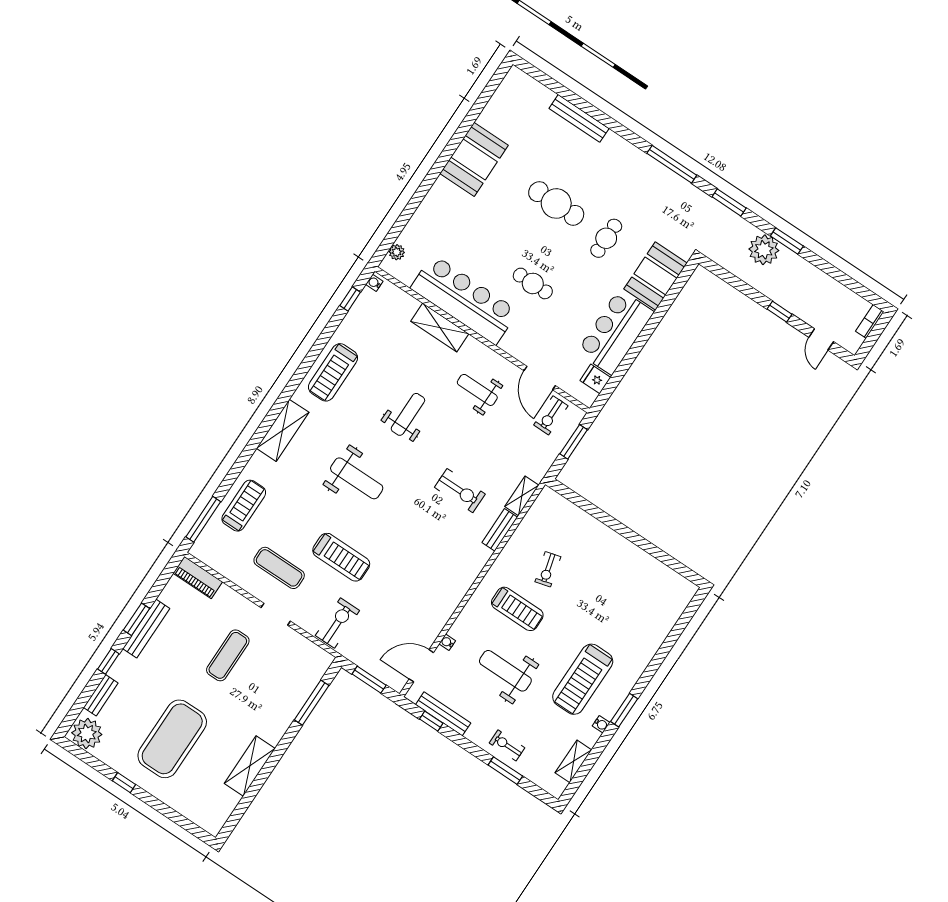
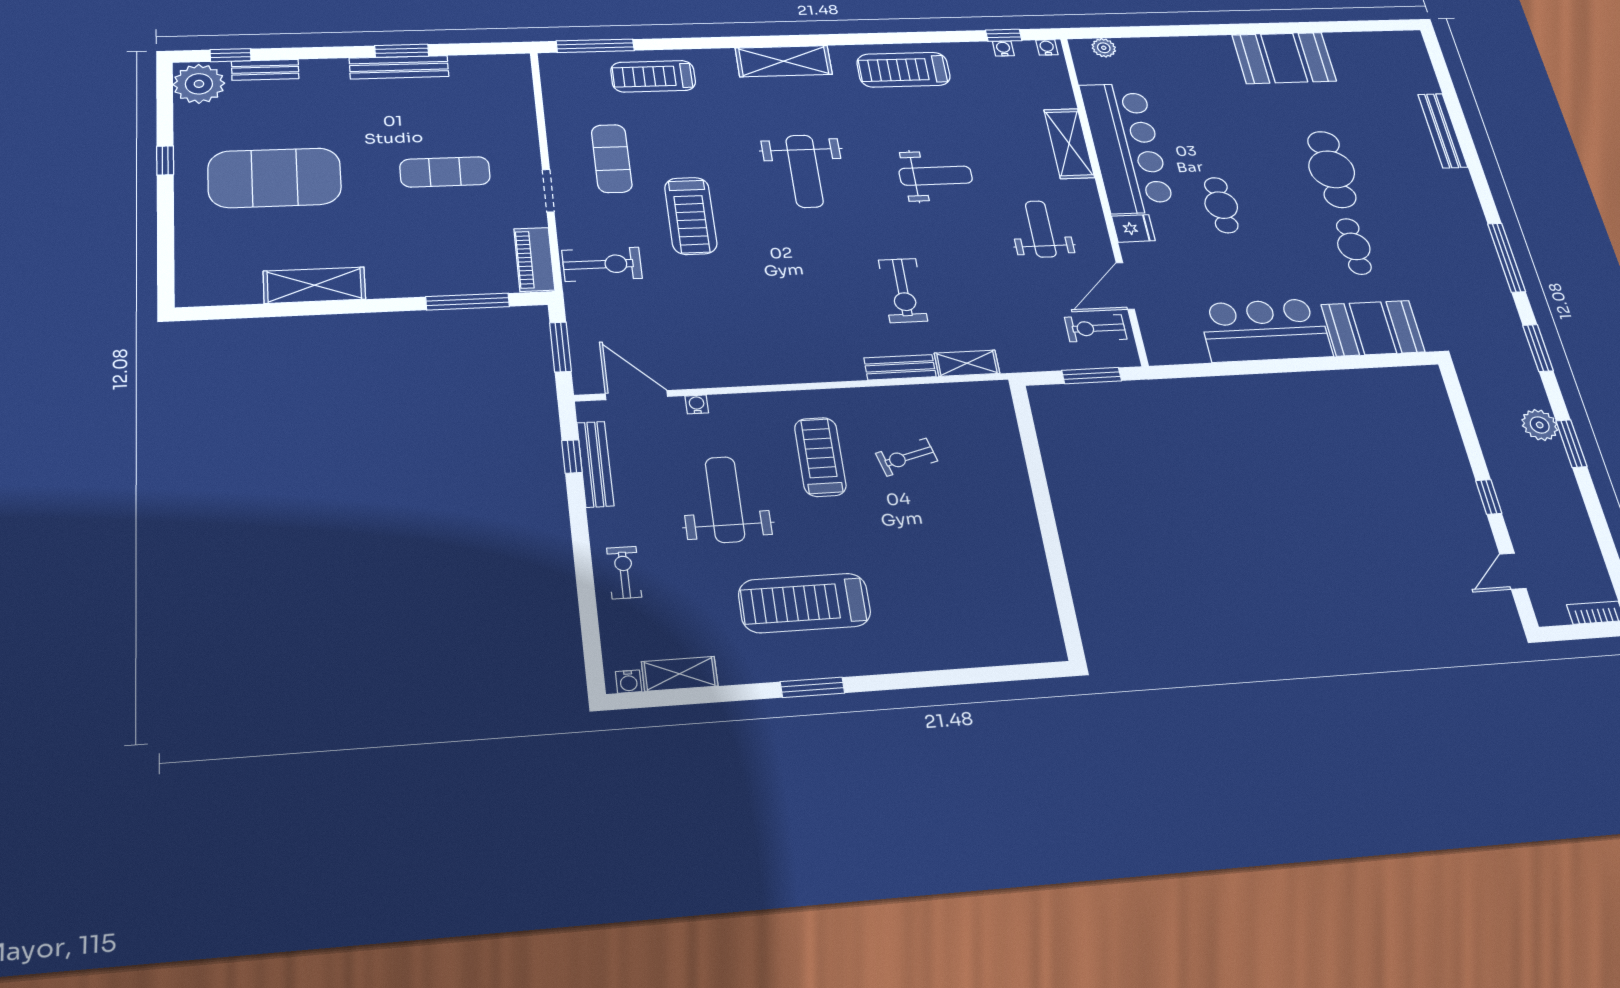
cafe table: (606, 238) -> (1354, 246), turned 90
plant: (764, 250) -> (1540, 425), width x0.73, depth x0.73
water cooler: (358, 307) -> (1003, 48), added
fridge: (595, 379) -> (1133, 228), moved, turned 90
treadmill: (244, 506) -> (653, 76), turned 180
piano: (198, 577) -> (534, 259), moved
treadmill: (517, 609) -> (820, 457), turned 180
window: (108, 661) -> (231, 55), moved
water cooler: (601, 724) -> (629, 682), moved
window: (505, 771) -> (586, 595), removed

